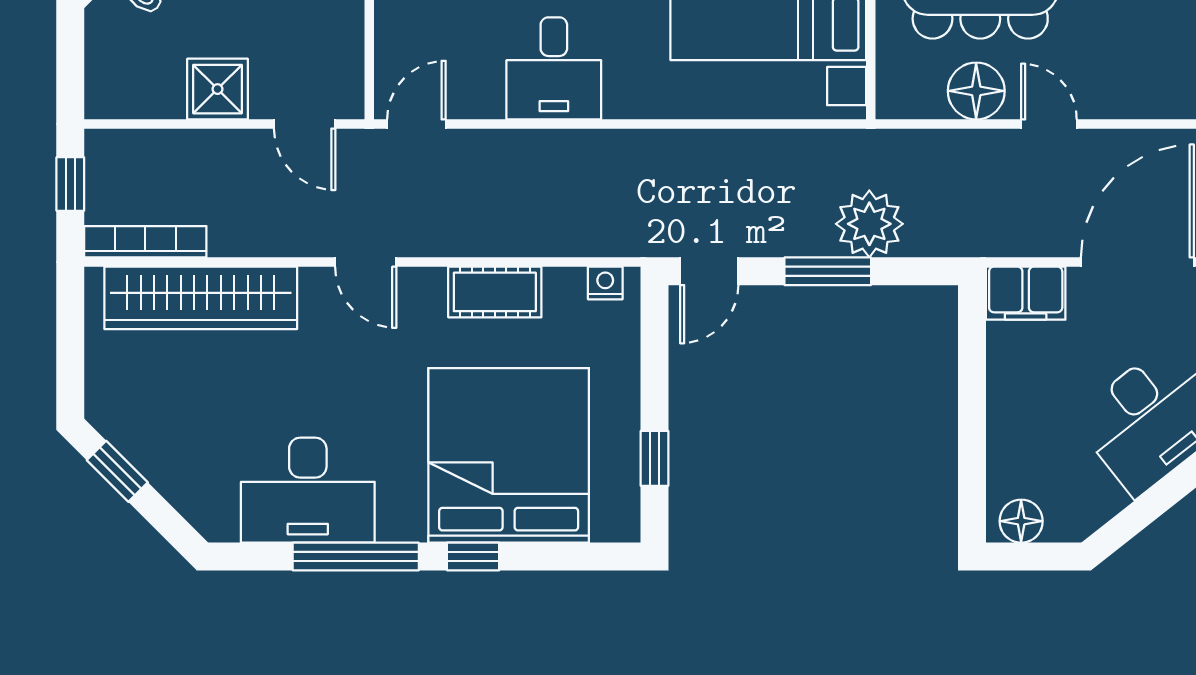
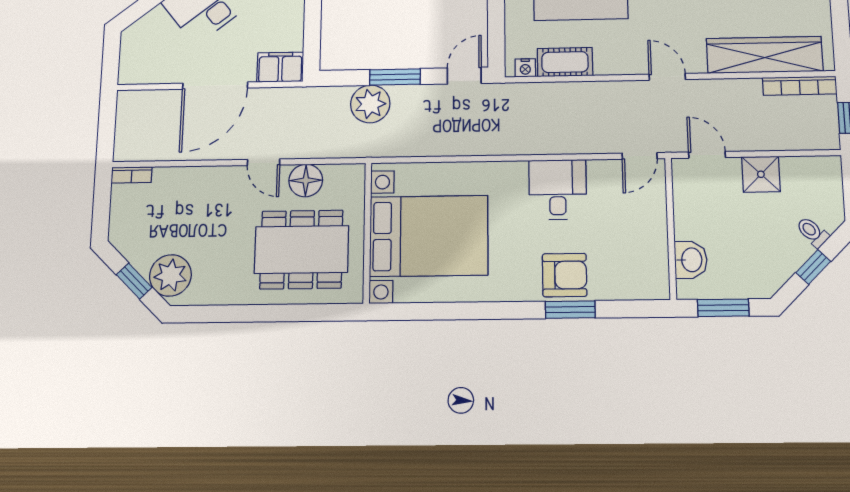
cot: (495, 292) -> (565, 62), moved

